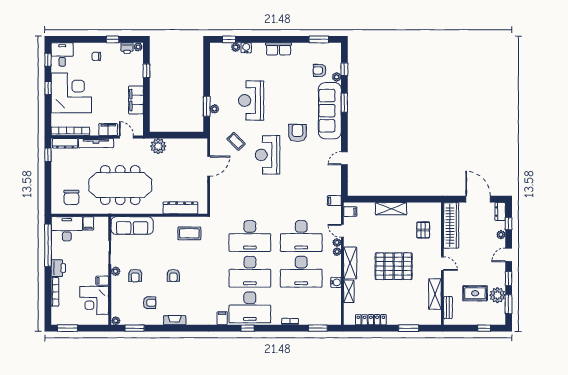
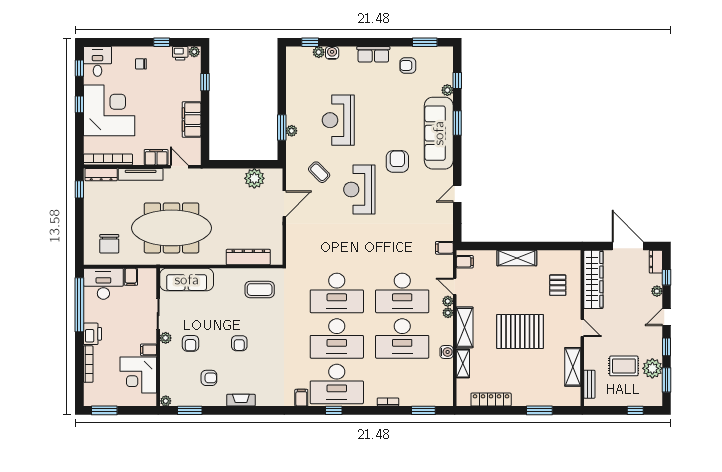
armchair: (320, 70) -> (408, 65), moved
plant: (158, 146) -> (254, 178), moved

